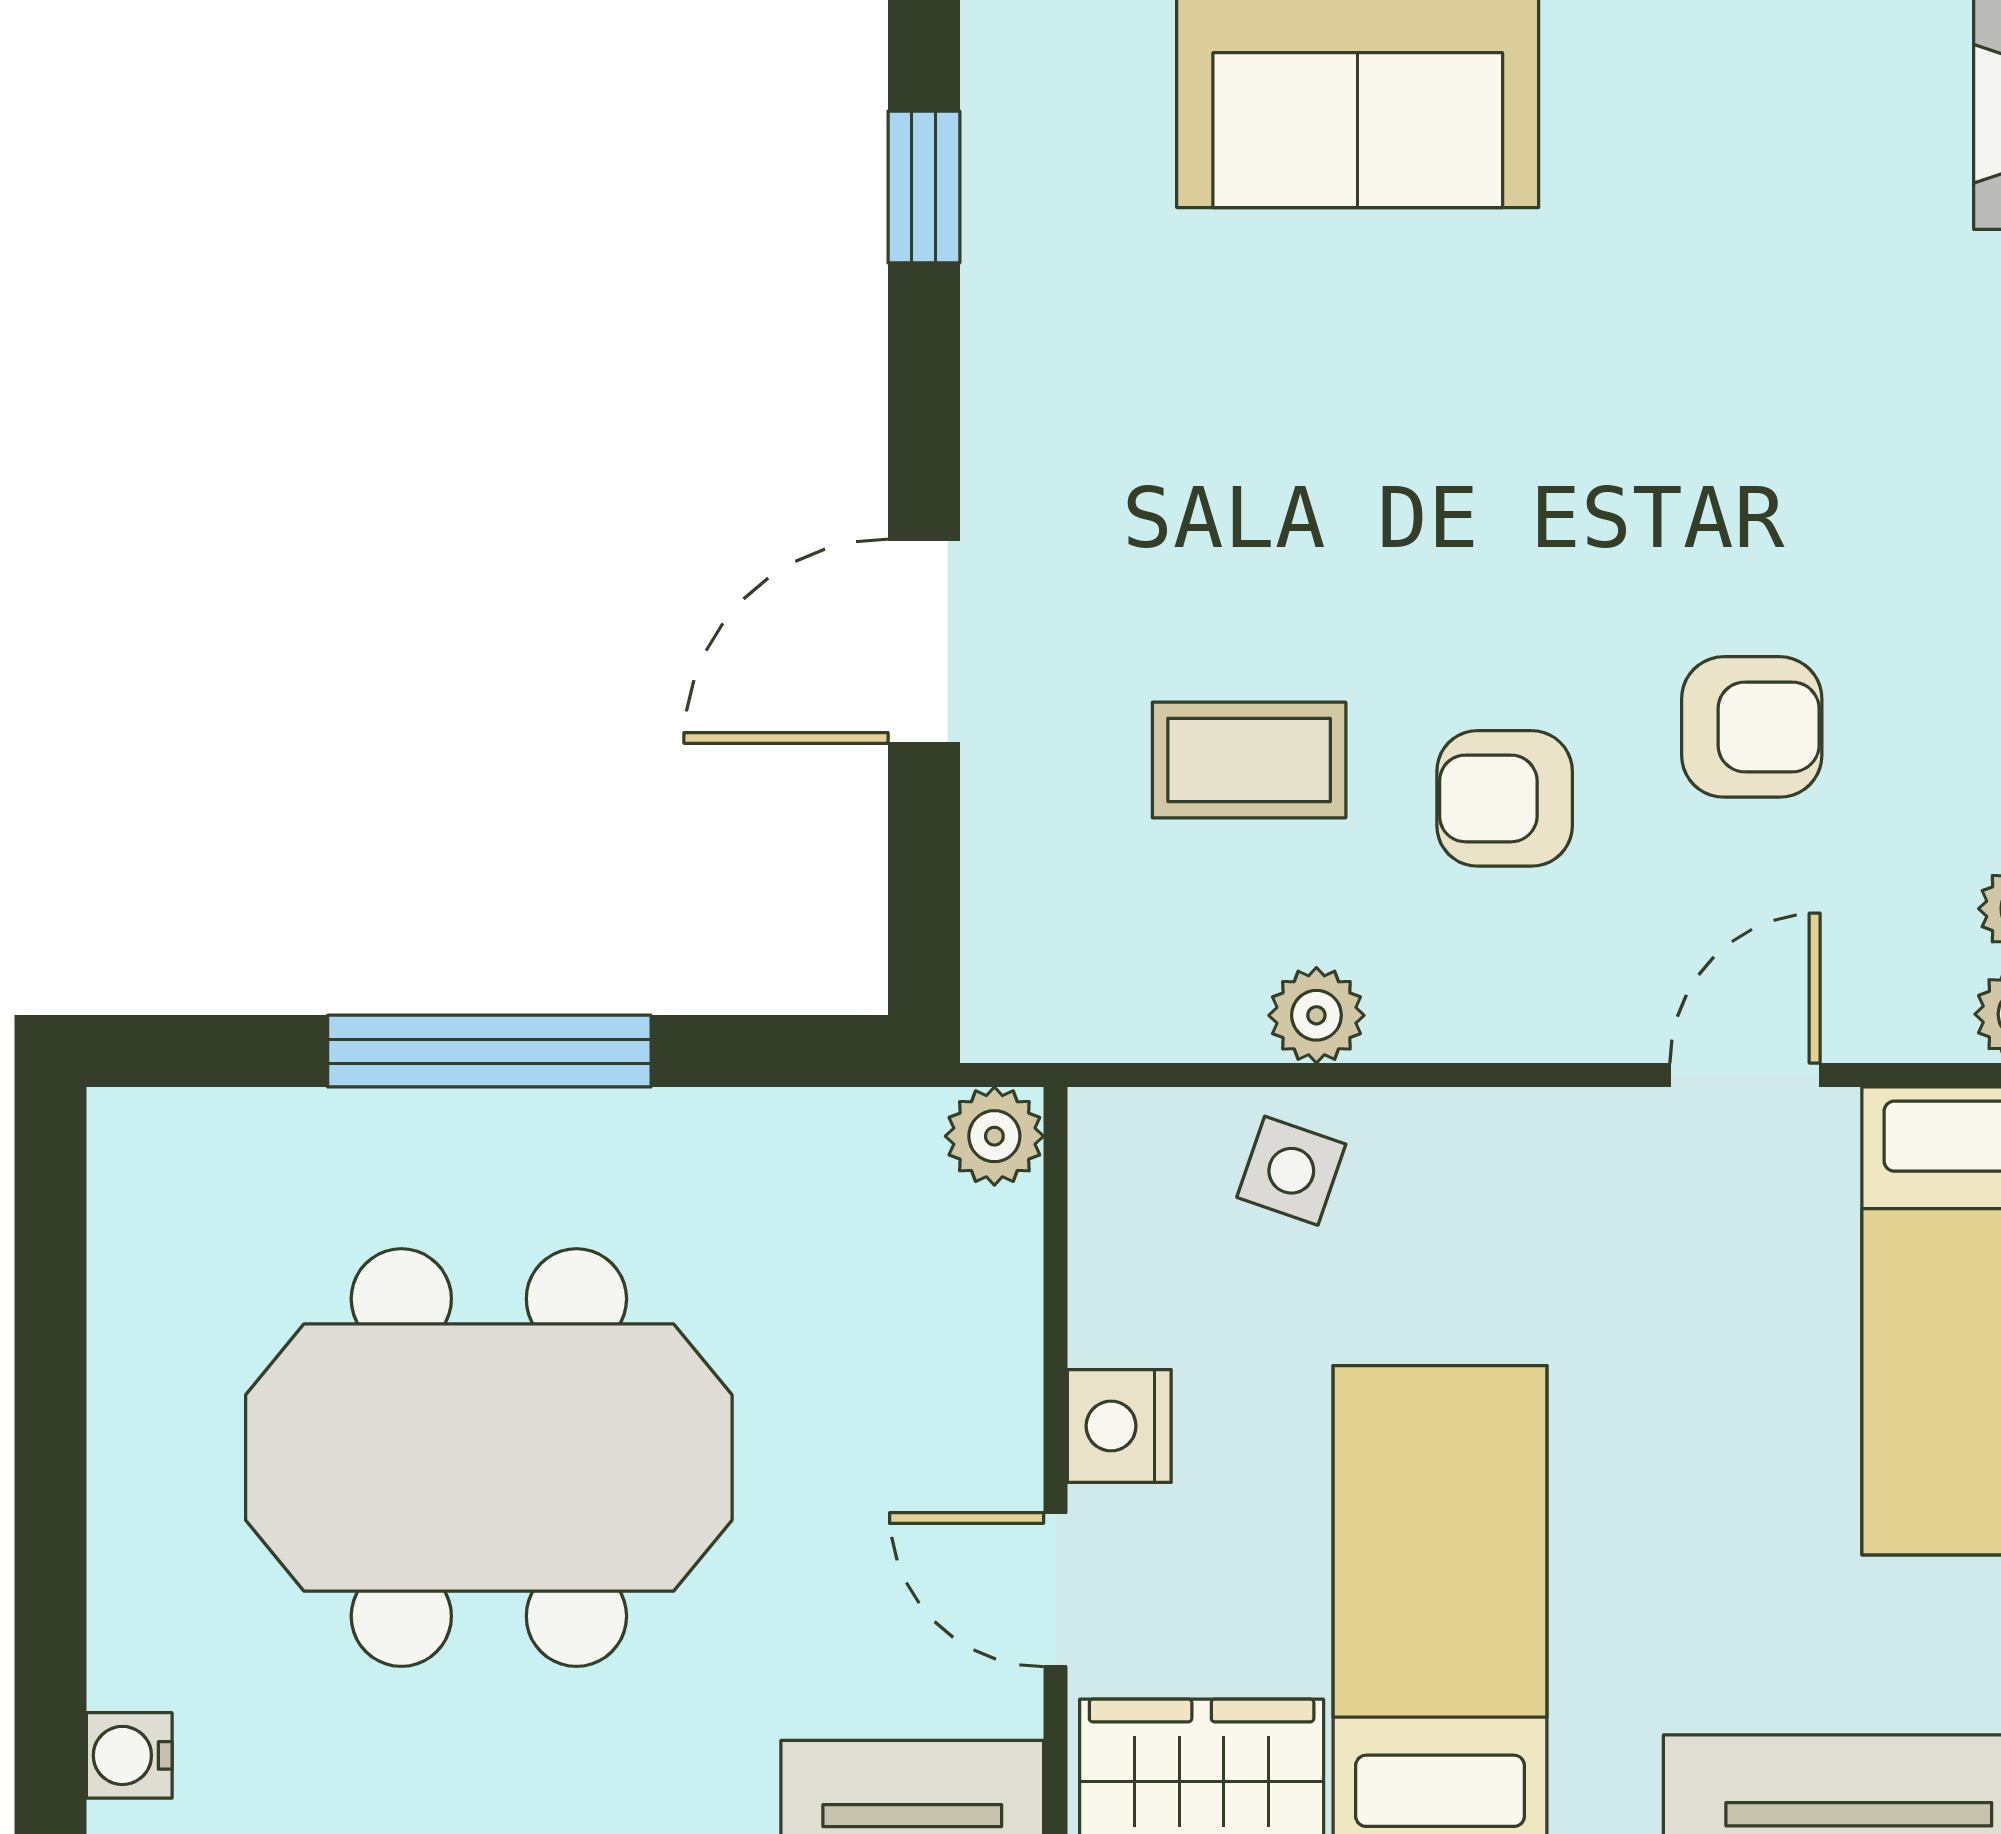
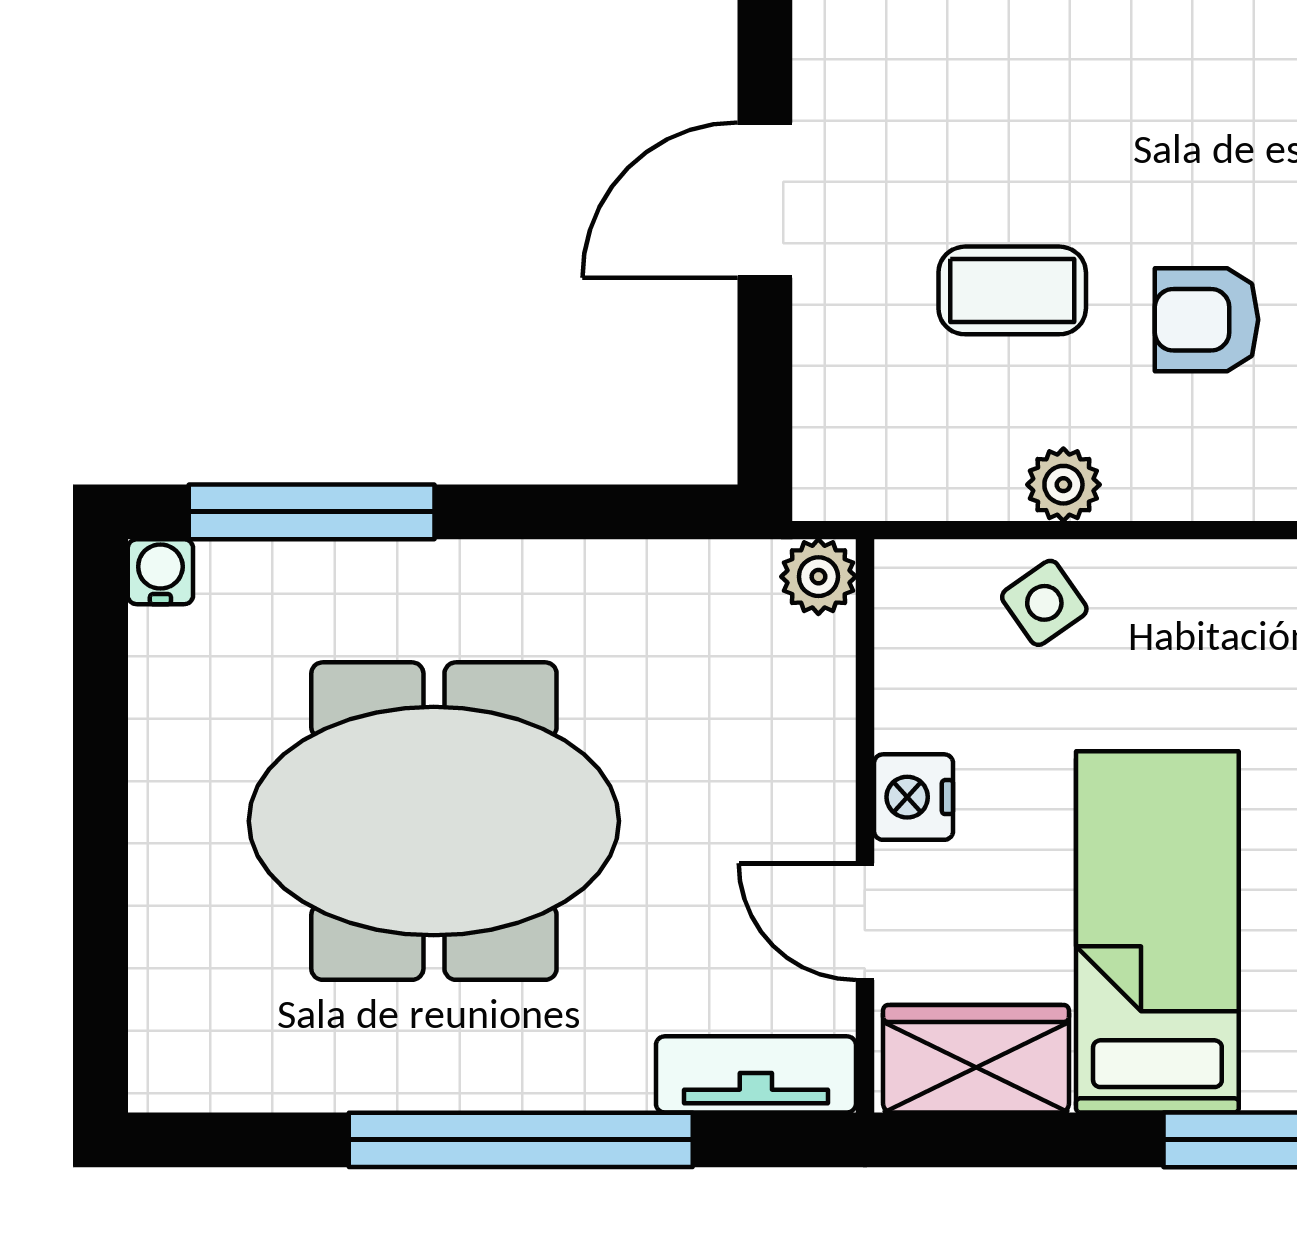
window: (489, 1051) -> (312, 512), moved
side table: (1291, 1171) -> (1044, 603), turned 36
water cooler: (129, 1755) -> (160, 572), moved, turned 90

